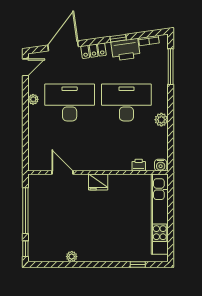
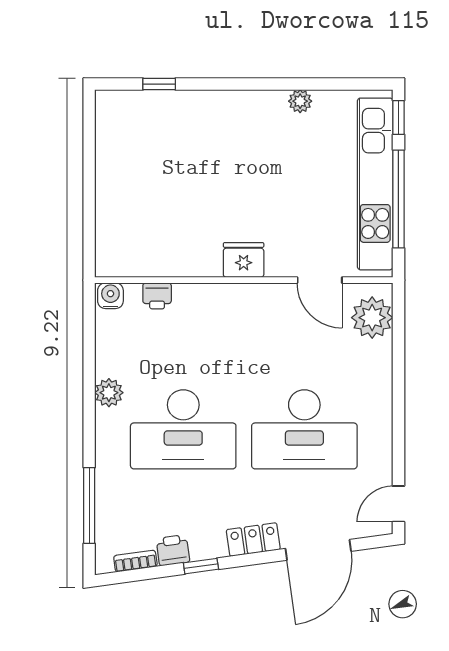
printer: (125, 50) -> (173, 550), width x0.53, depth x0.68
plant: (33, 99) -> (372, 318), moved, width x1.88, depth x1.88
kitchen unit: (160, 214) -> (375, 184), moved, turned 180

